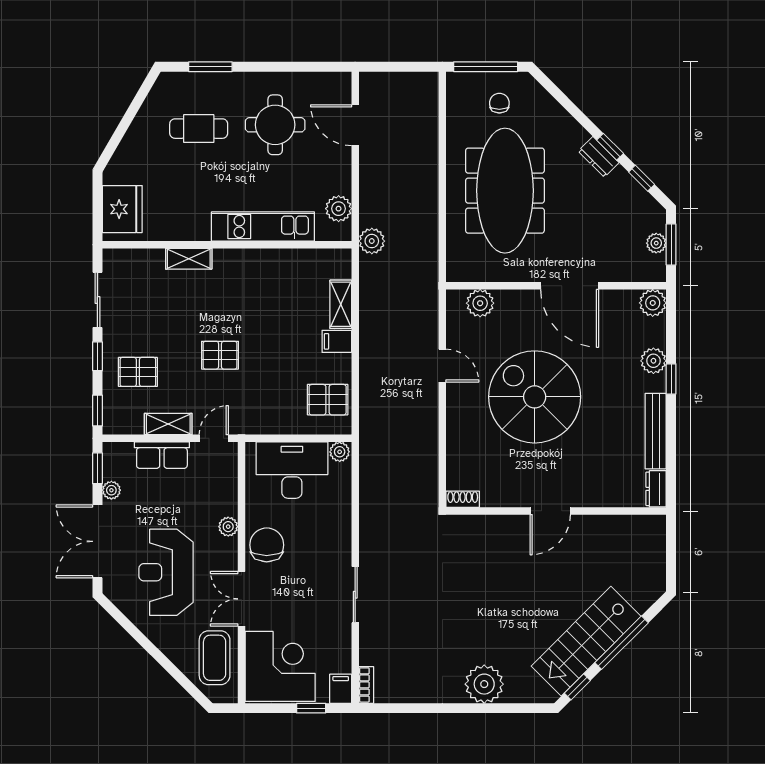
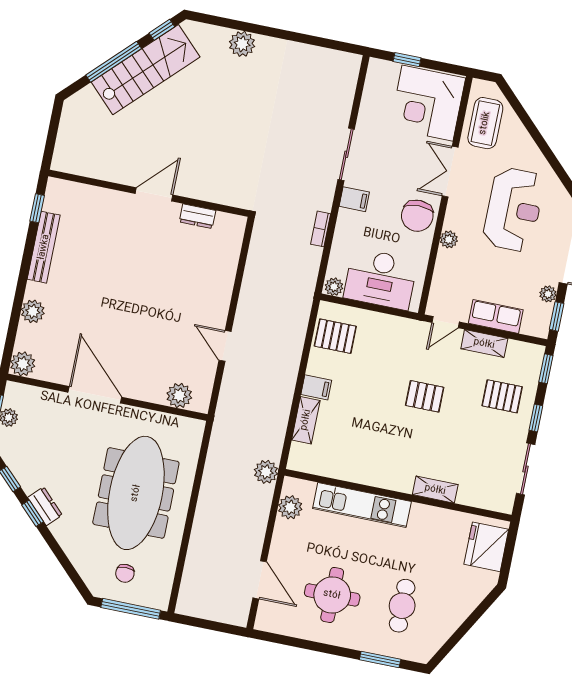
cafe table: (199, 129) -> (402, 606), turned 90
window: (671, 379) -> (37, 208), moved
spiral stairs: (535, 397) -> (147, 301), removed
dresser: (656, 489) -> (198, 216), moved, turned 90
shoe rack: (463, 499) -> (231, 221), removed
double door: (241, 599) -> (450, 172), swing flipped
plant: (484, 684) -> (242, 44), width x0.73, depth x0.73
bookcase: (366, 685) -> (321, 229), moved
filing cabinet: (341, 689) -> (354, 199), moved, turned -90

